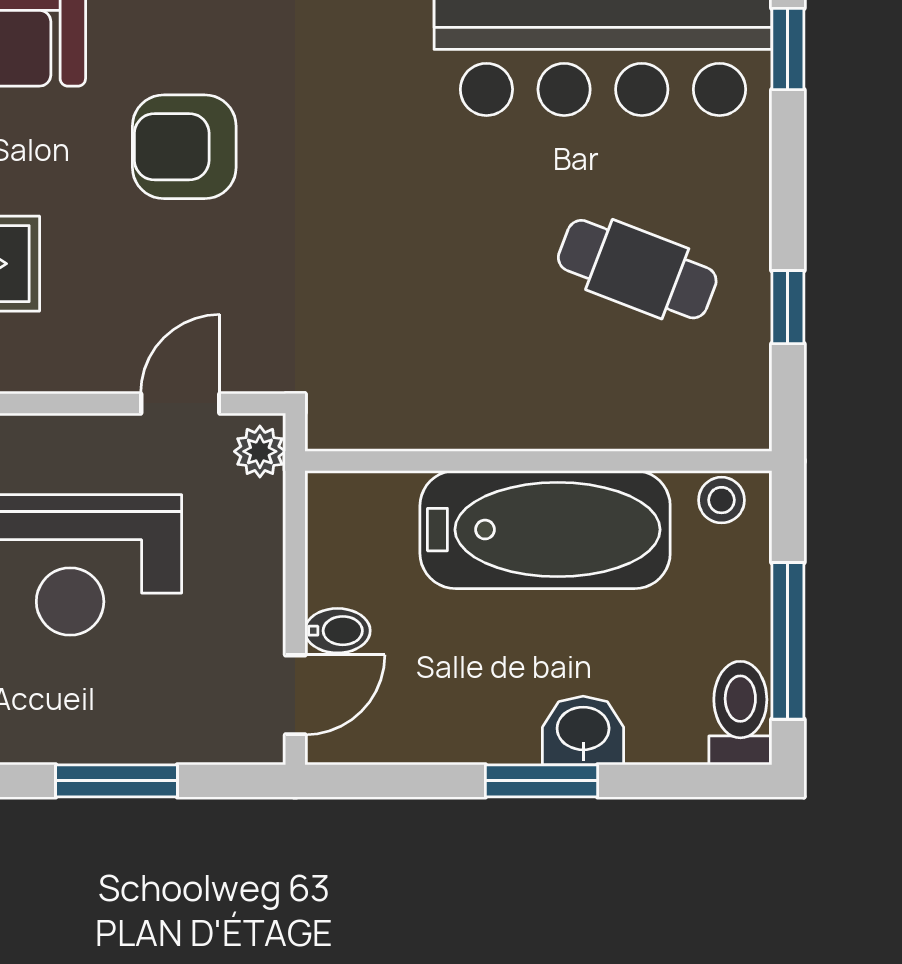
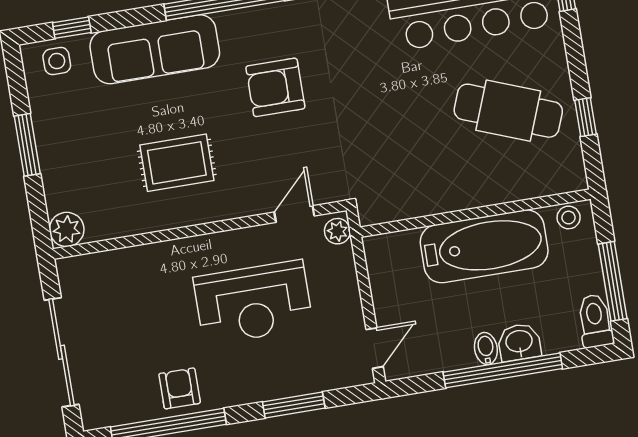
cafe table: (637, 269) -> (508, 111), width x1.37, depth x1.35
bidet: (337, 631) -> (486, 349), moved, turned -90
window: (541, 781) -> (503, 370), width x2.11

